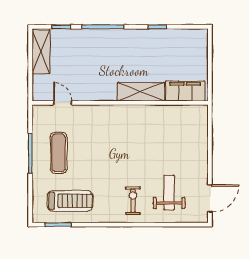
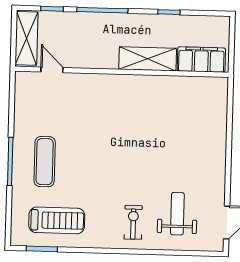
filing cabinet: (185, 91) -> (201, 59), moved
shelving: (141, 92) -> (148, 59), moved
door: (63, 103) -> (52, 70), moved
wall: (120, 103) -> (122, 72), moved

